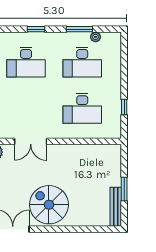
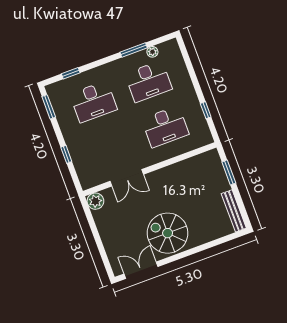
window: (36, 29) -> (71, 73), moved
window: (124, 189) -> (229, 172), moved

